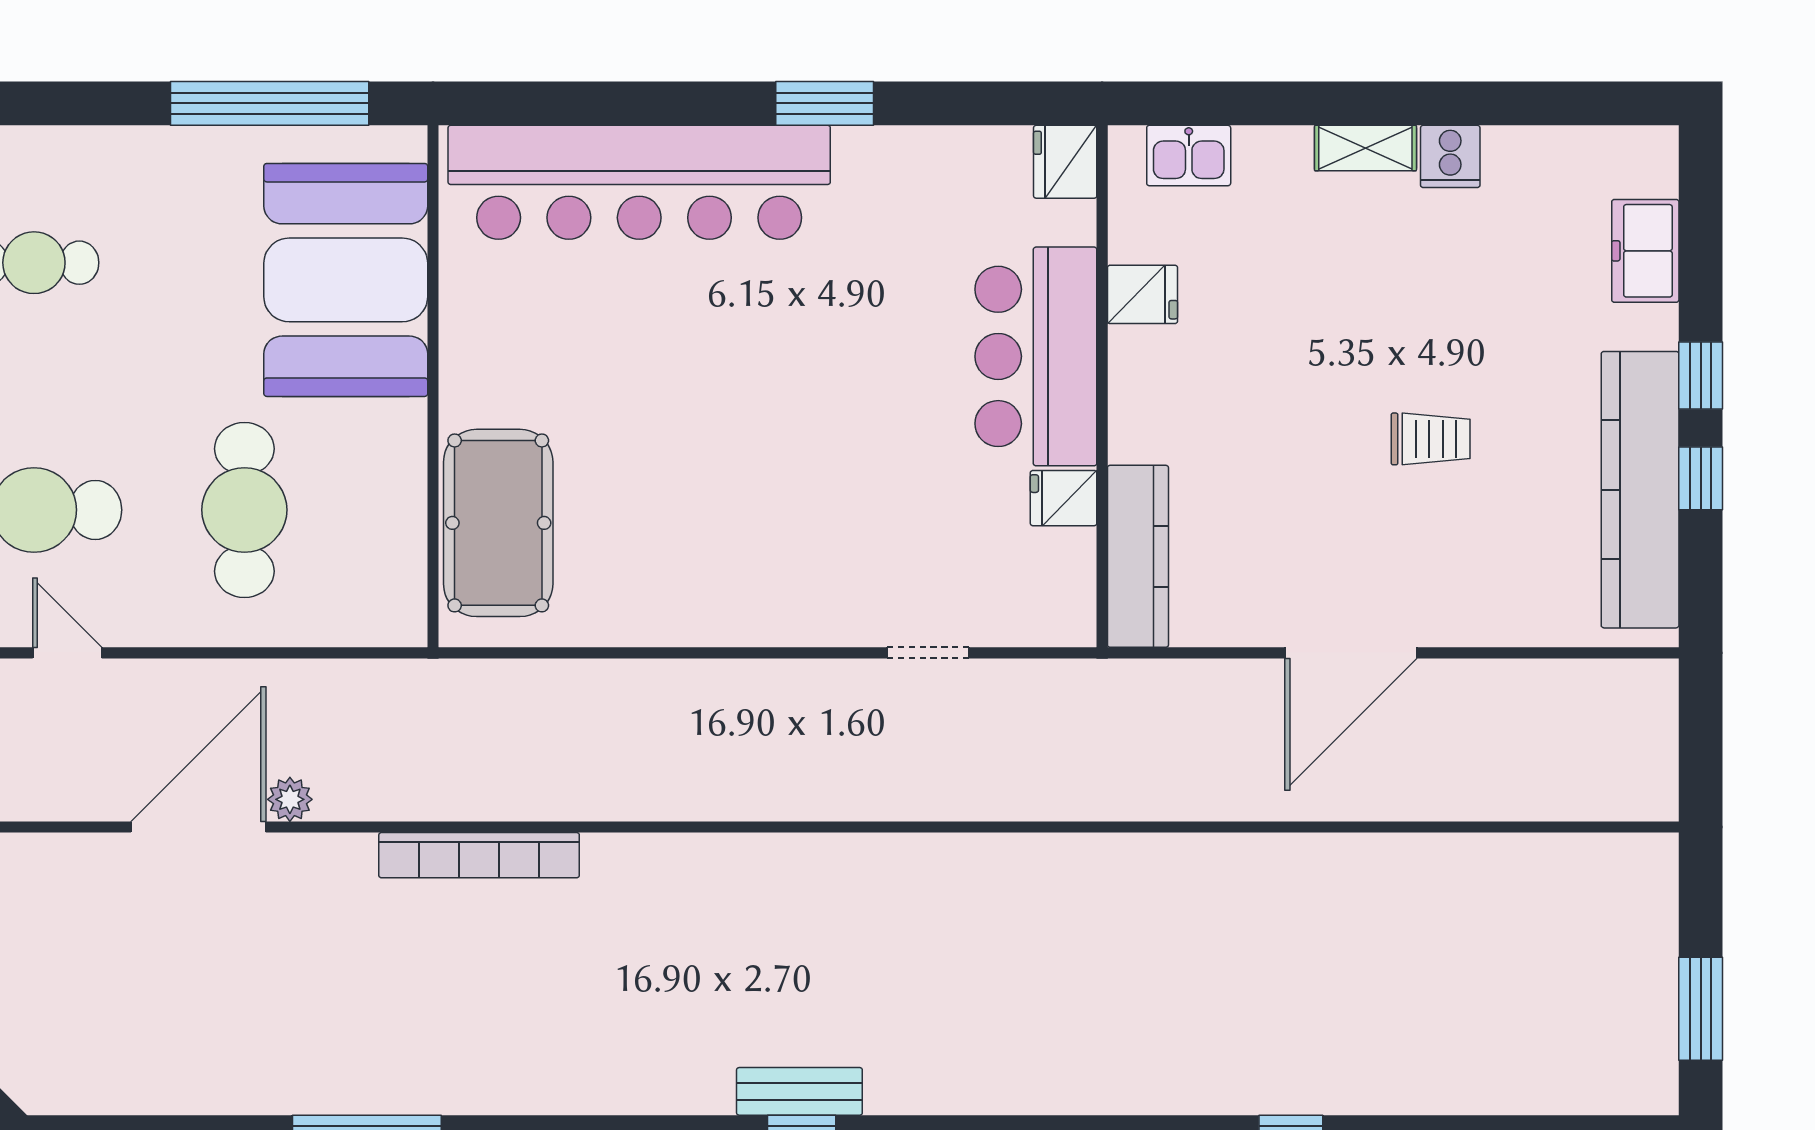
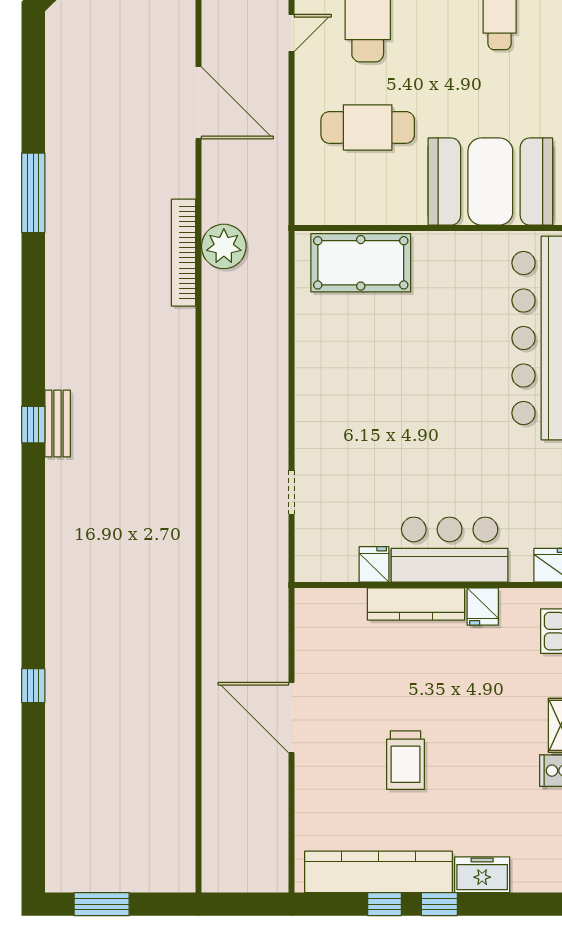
freezer: (1645, 251) -> (482, 875), moved
trolley: (1431, 439) -> (406, 760), width x1.36, depth x1.39
kitchen counter: (1138, 556) -> (416, 604), moved
plant: (290, 799) -> (224, 246), moved, width x1.88, depth x1.88

